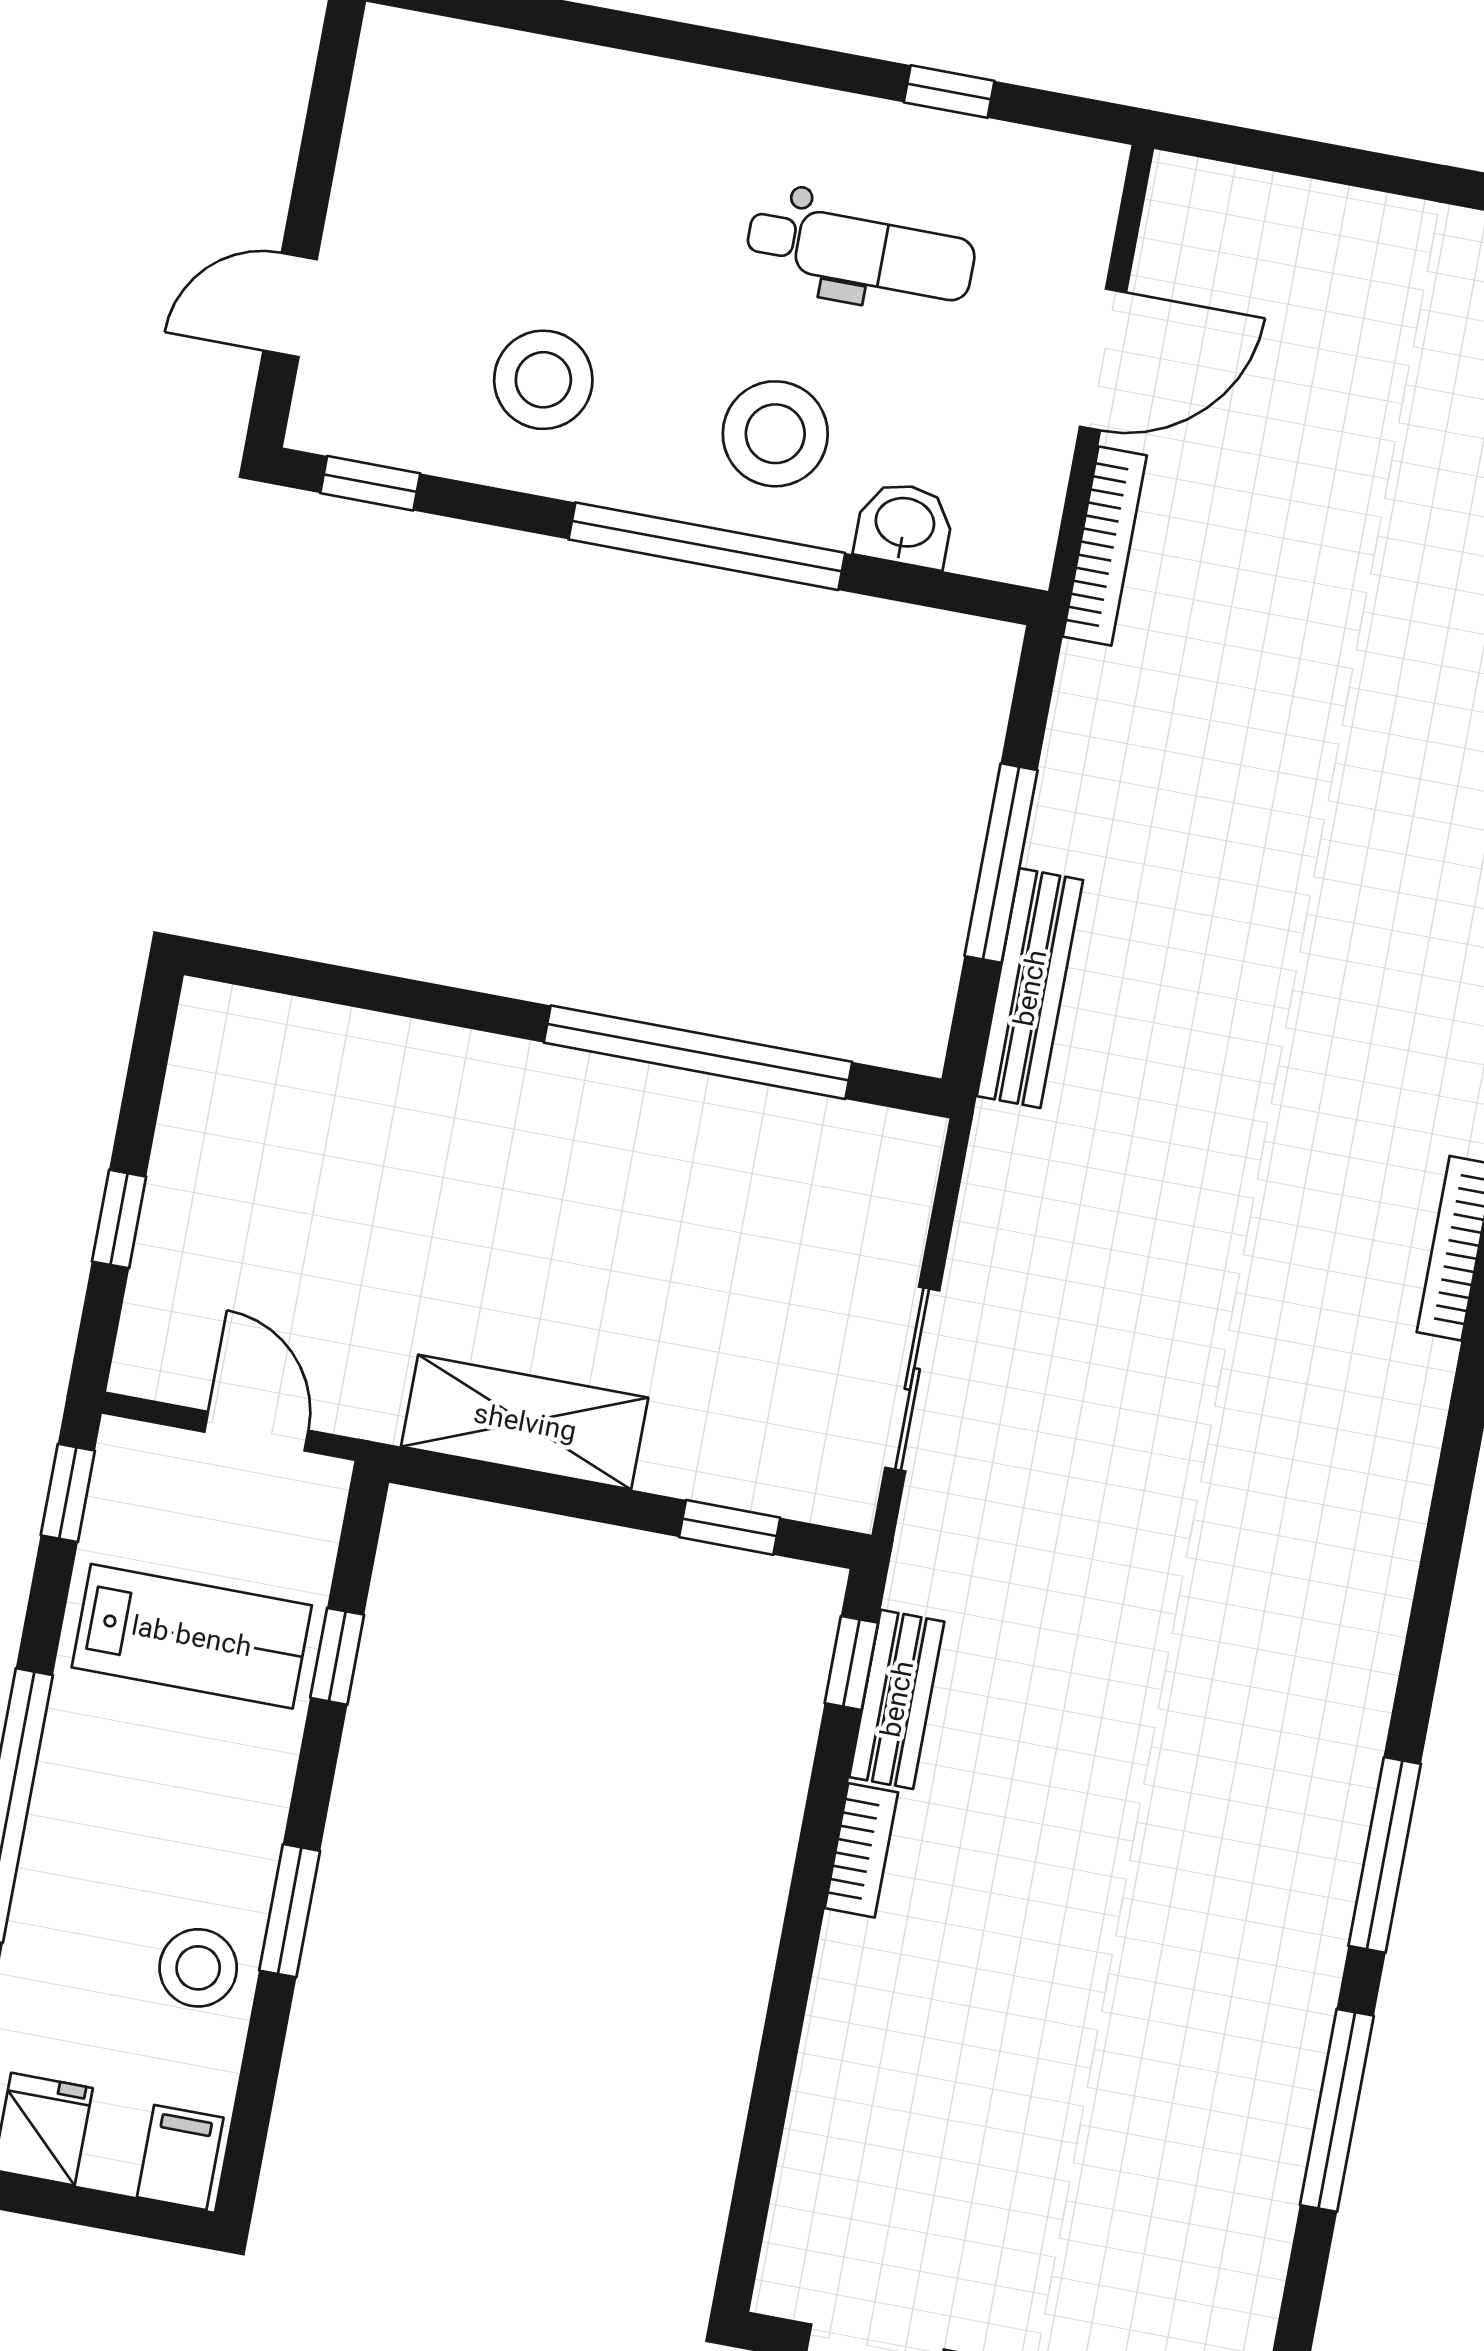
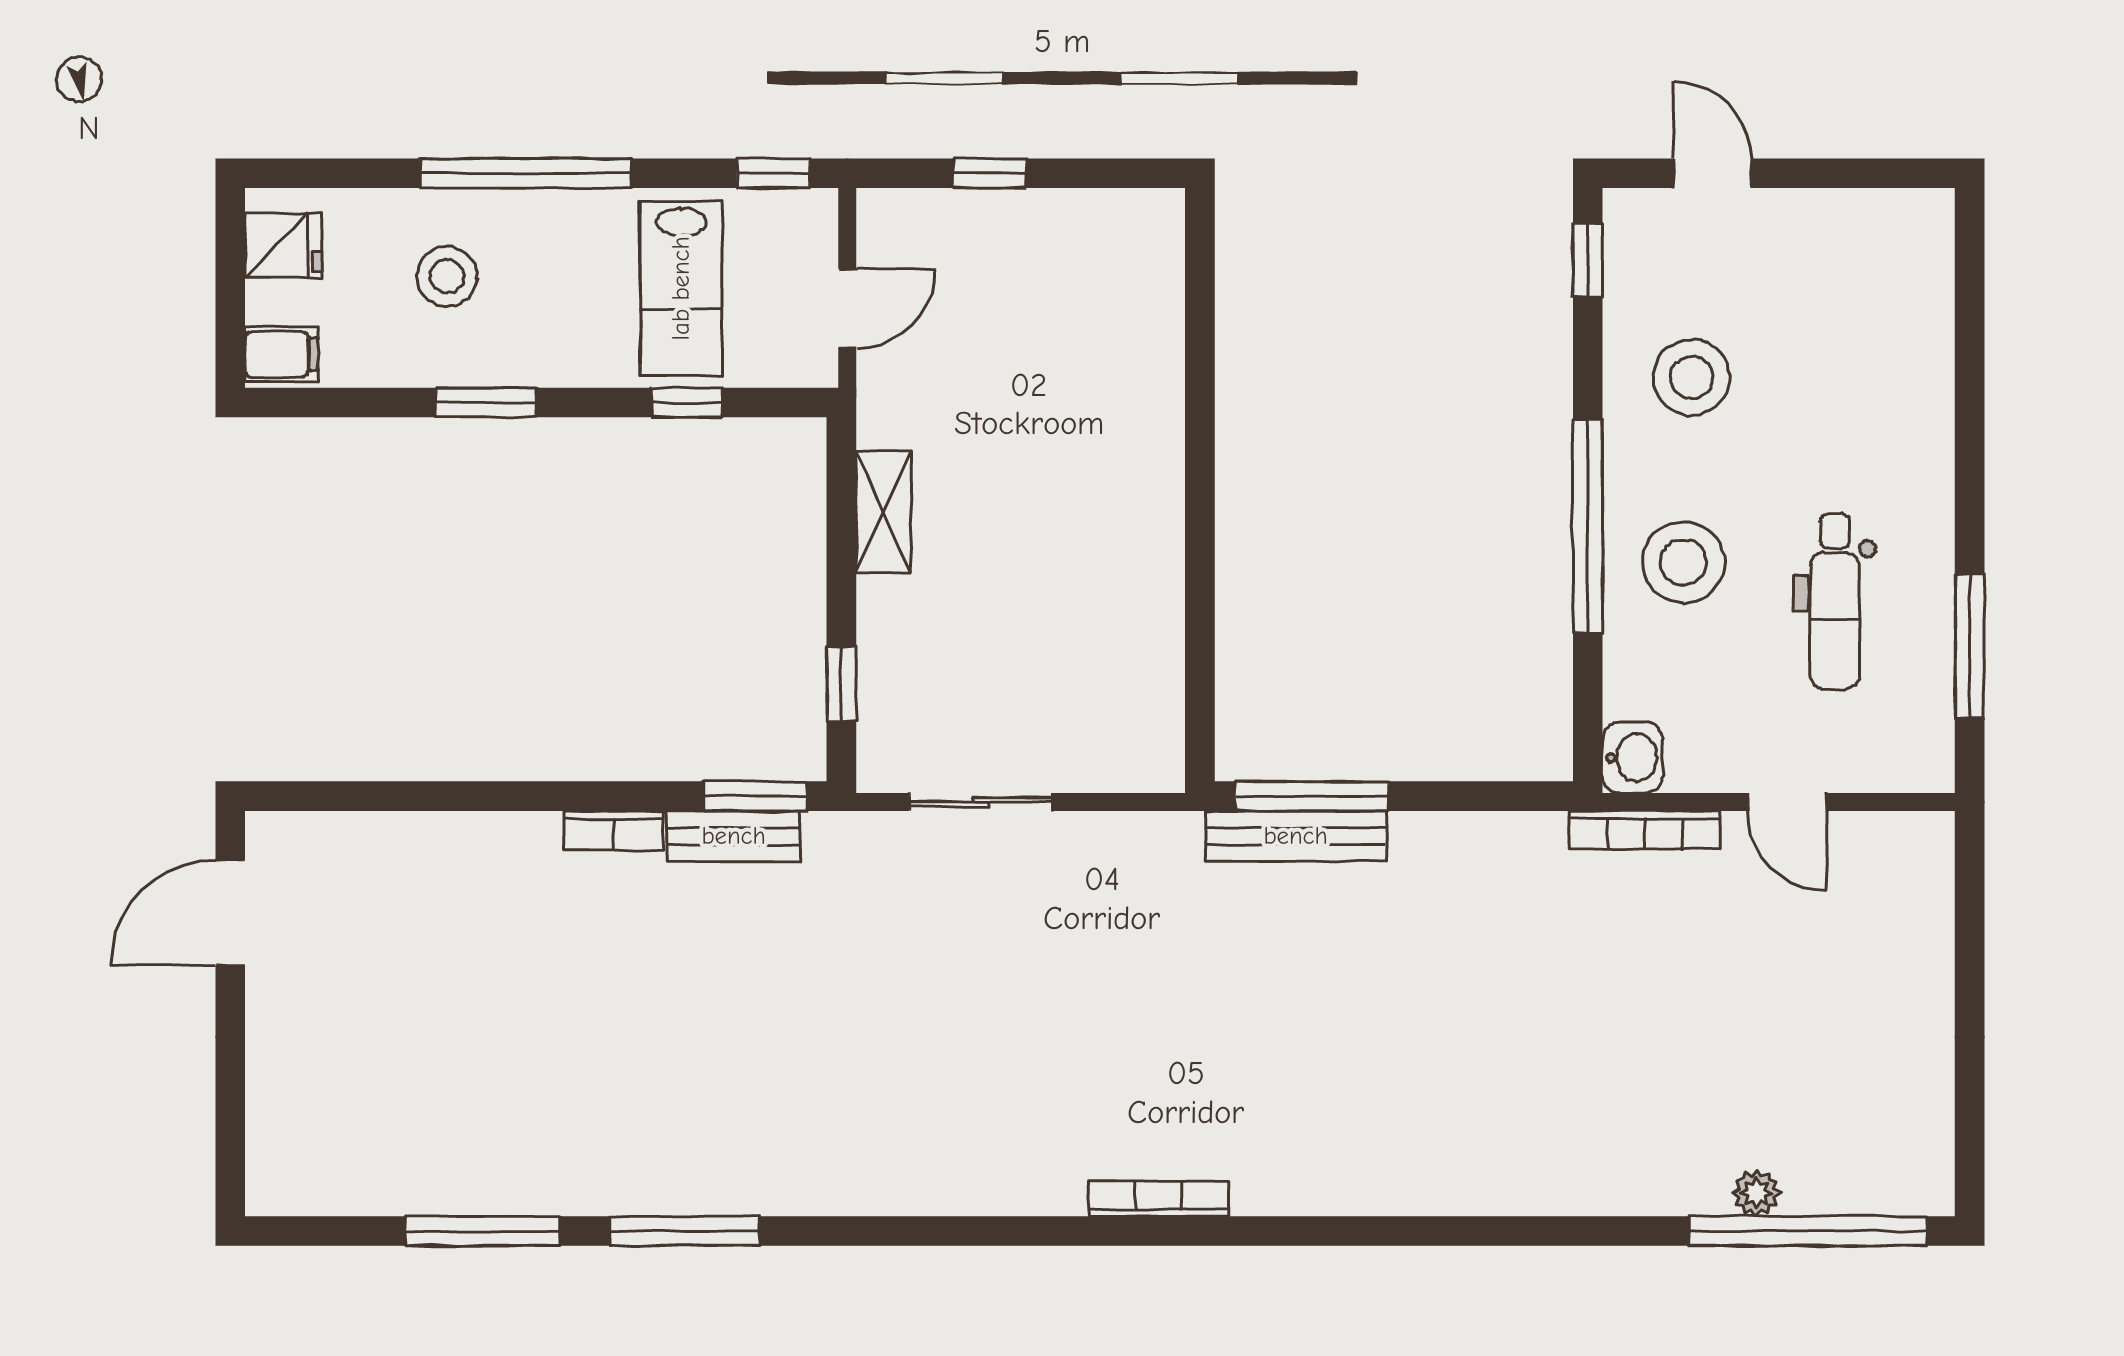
window: (949, 92) -> (1970, 646), width x2.17
door: (1103, 360) -> (1787, 802), width x0.73
washbasin: (904, 525) -> (1632, 758), moved
window: (1001, 863) -> (1312, 796), moved
window: (698, 1052) -> (1200, 592), removed
shelving: (525, 1422) -> (883, 512), width x0.67, depth x0.75
window: (851, 1663) -> (755, 796), width x1.50
stool: (198, 1968) -> (447, 276), moved

